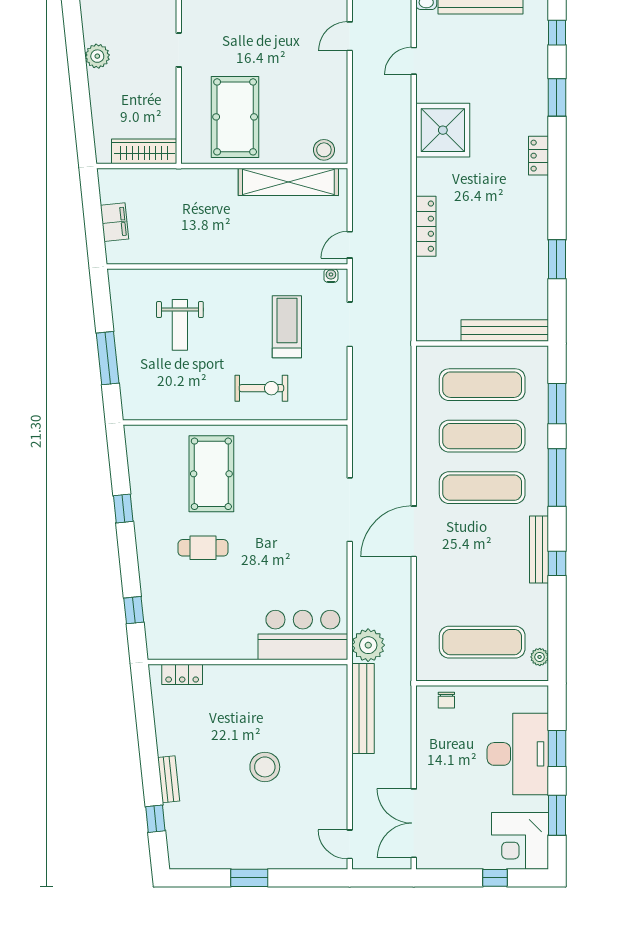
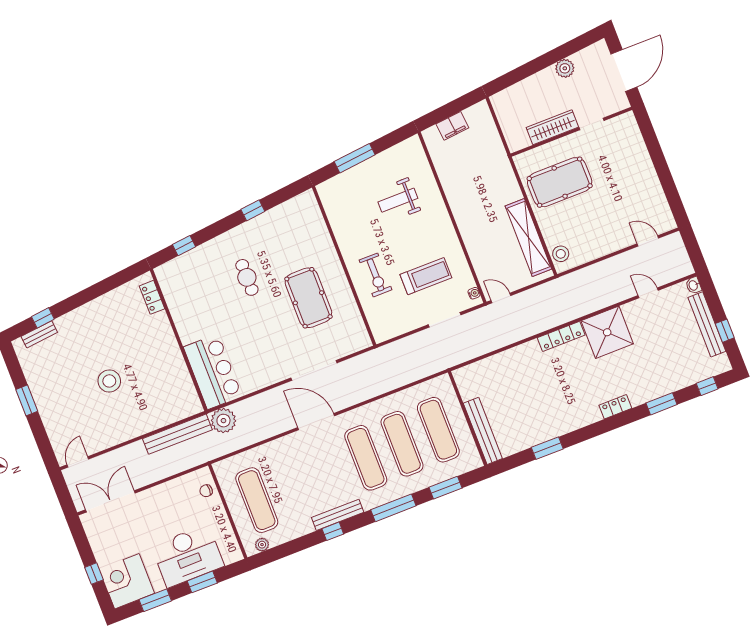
wardrobe: (144, 151) -> (552, 127), moved, turned -90
locker: (426, 226) -> (561, 336), moved
pool table: (211, 474) -> (308, 298), moved, turned 90
bench: (169, 779) -> (39, 334), moved

